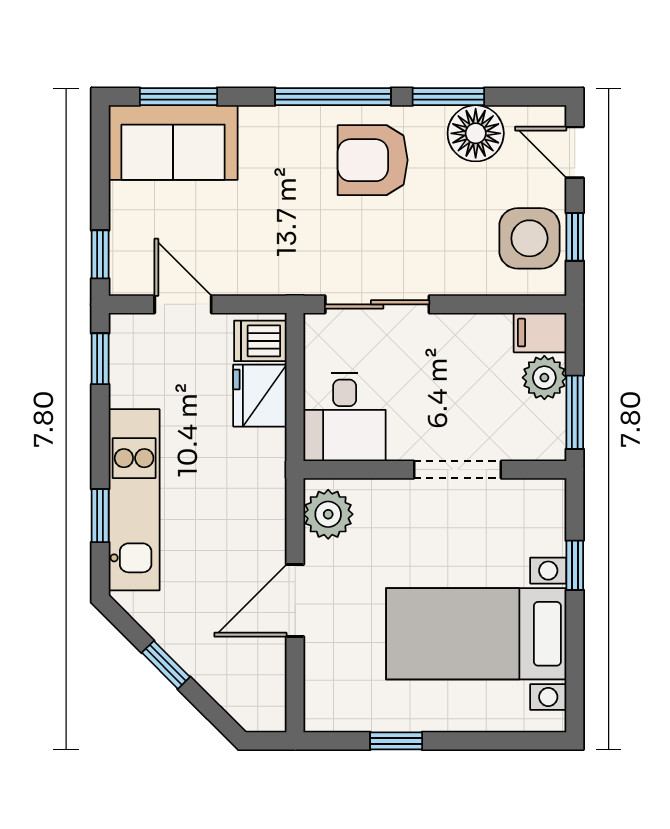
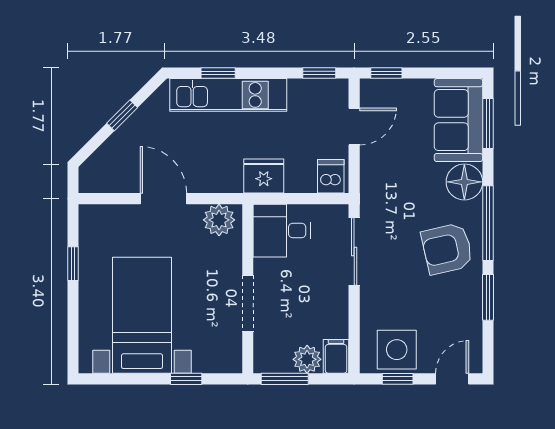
floor lamp: (476, 133) -> (464, 182), moved
armchair: (373, 160) -> (447, 249), turned -103
fridge: (260, 396) -> (264, 176), moved

